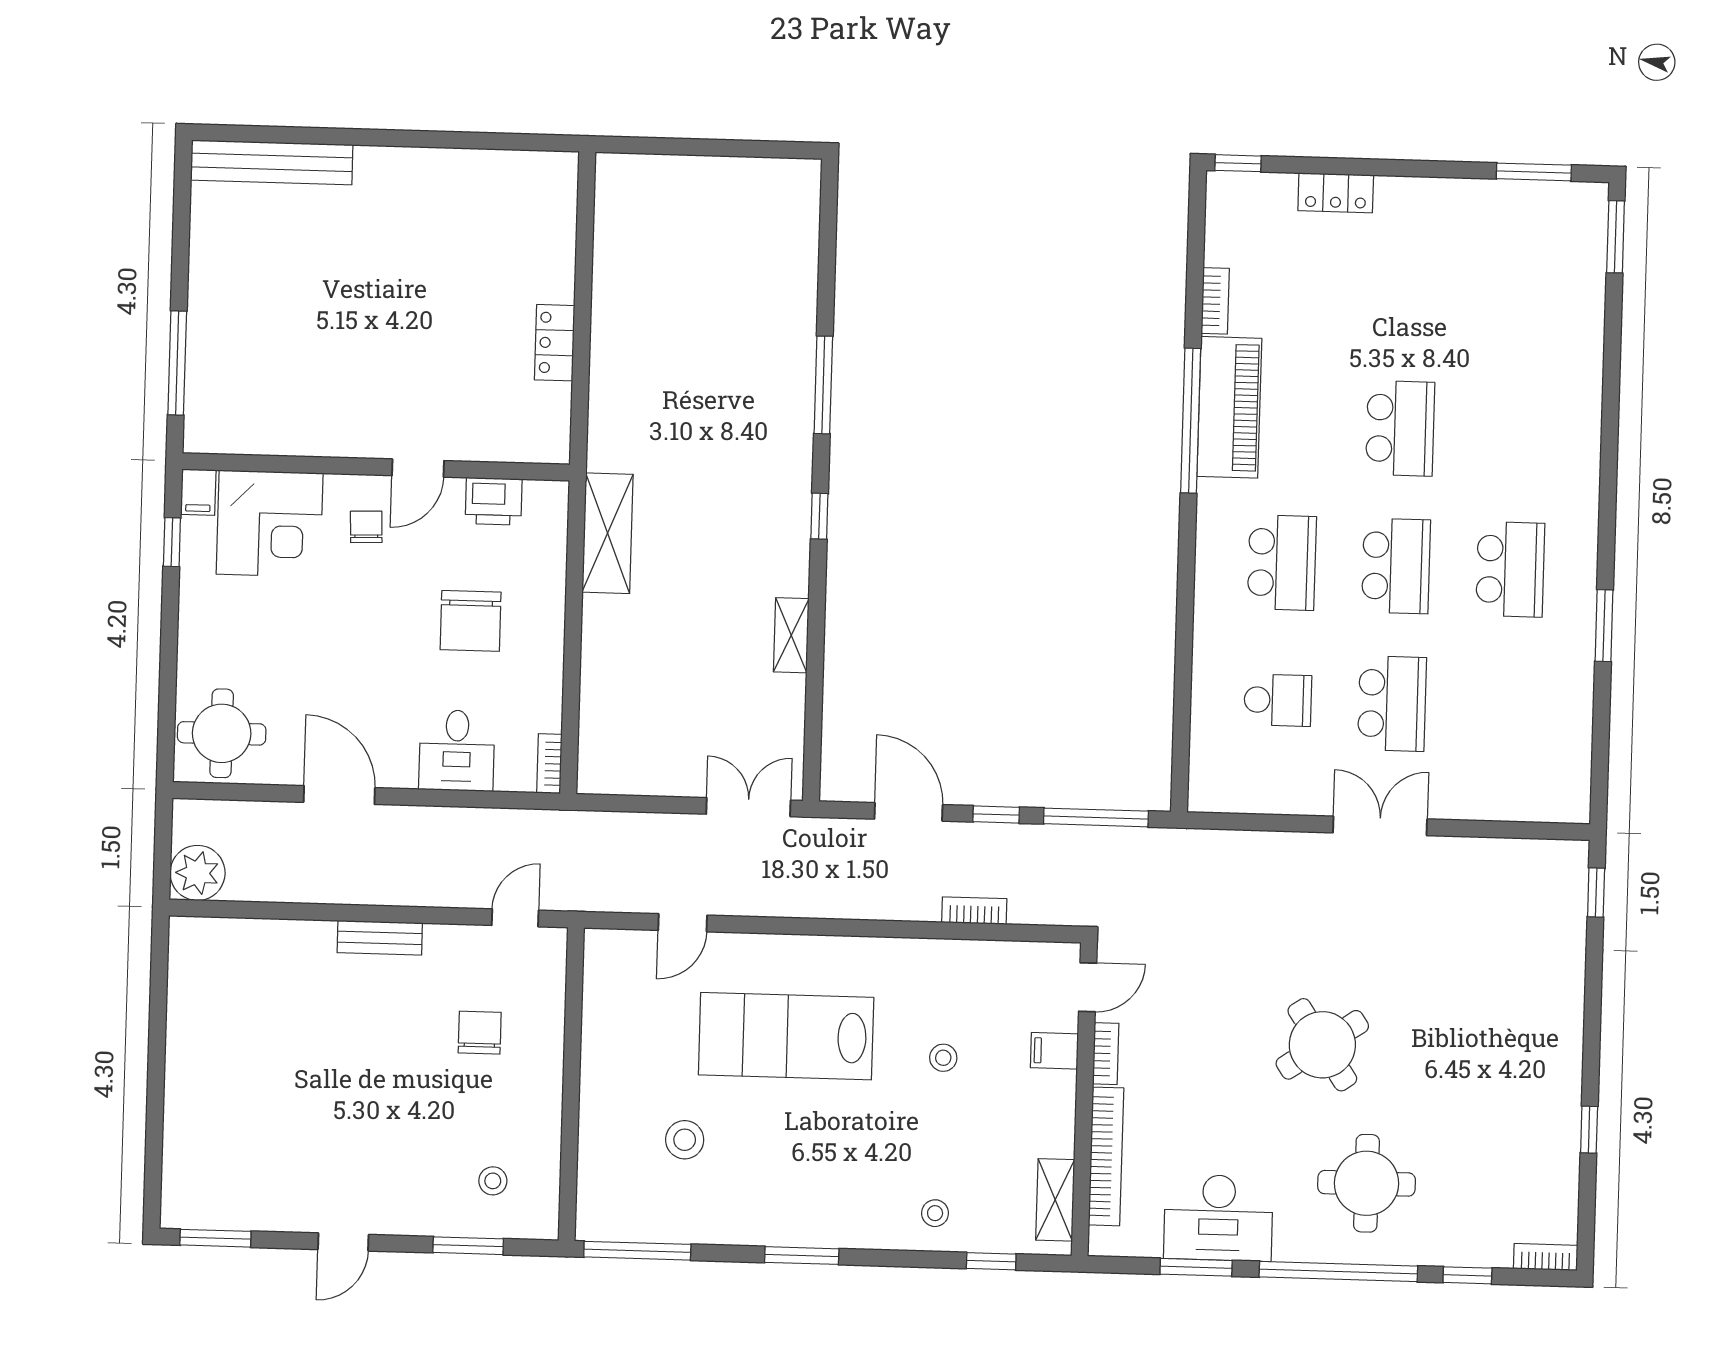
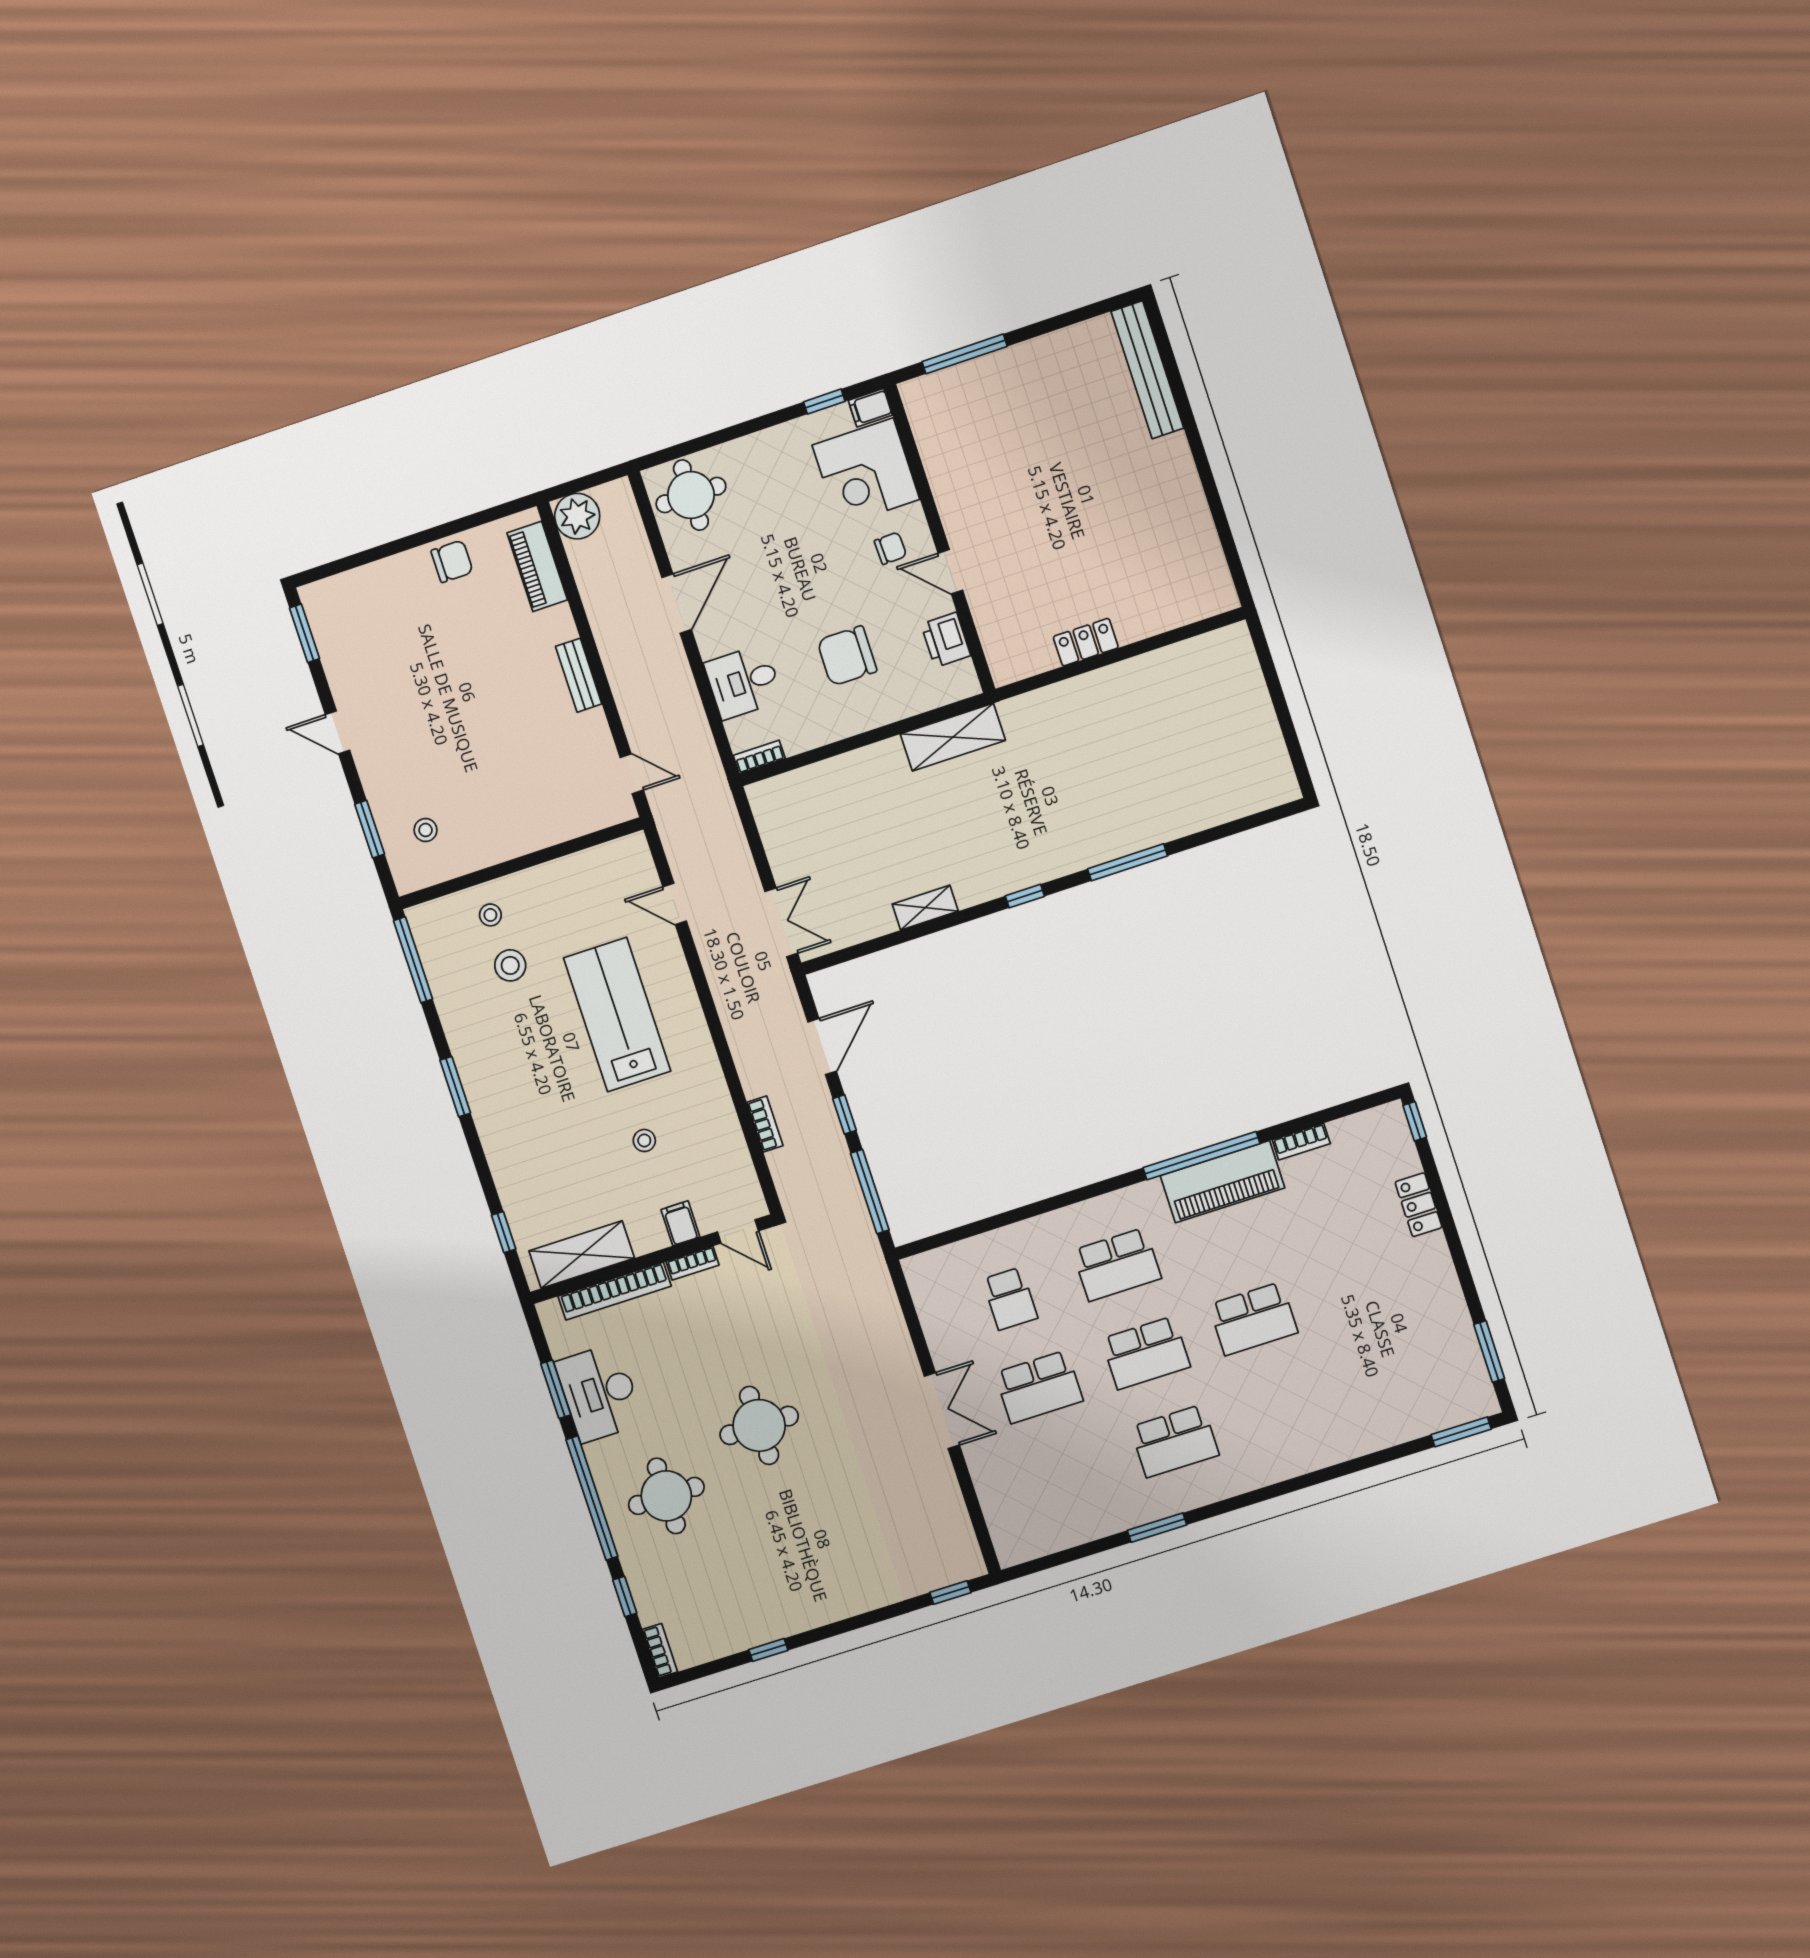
piano: (238, 940) -> (537, 566), added
chair: (480, 1033) -> (452, 561), moved
round table: (1322, 1045) -> (759, 1425), turned 34
shelving: (1055, 1200) -> (582, 1254), width x1.50, depth x1.33
stool: (935, 1213) -> (490, 915), moved

